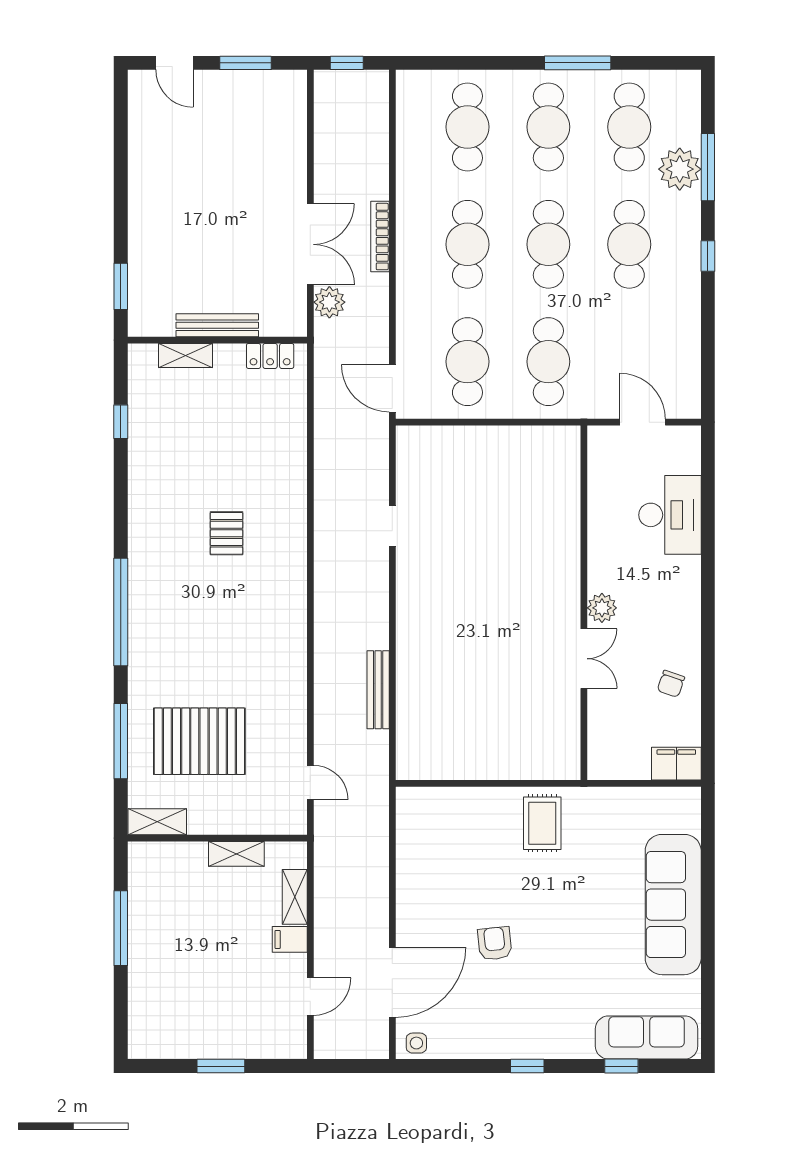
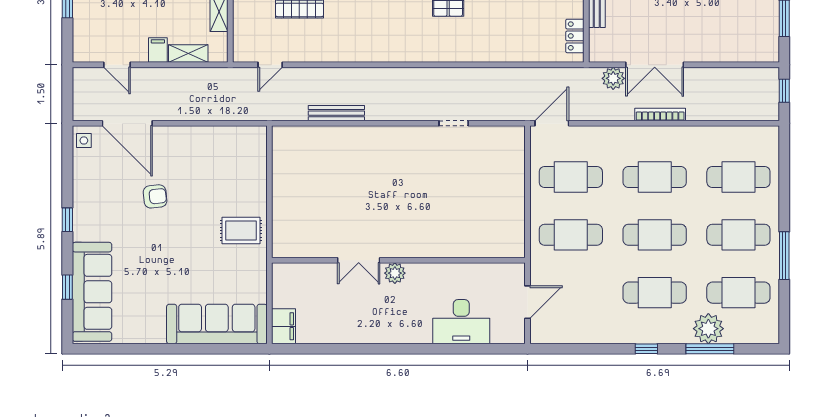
chair: (671, 684) -> (341, 322), removed
sofa: (673, 905) -> (217, 324), moved
sofa: (647, 1037) -> (92, 292), width x1.36, depth x1.27

